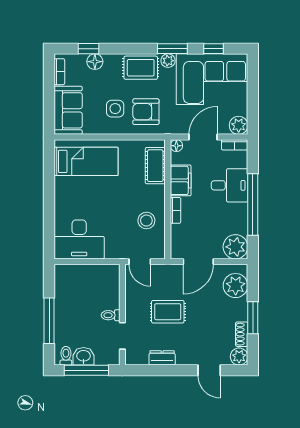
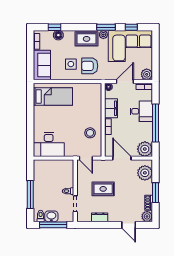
cot: (155, 166) -> (95, 99), removed
door: (198, 262) -> (122, 158), swing flipped

